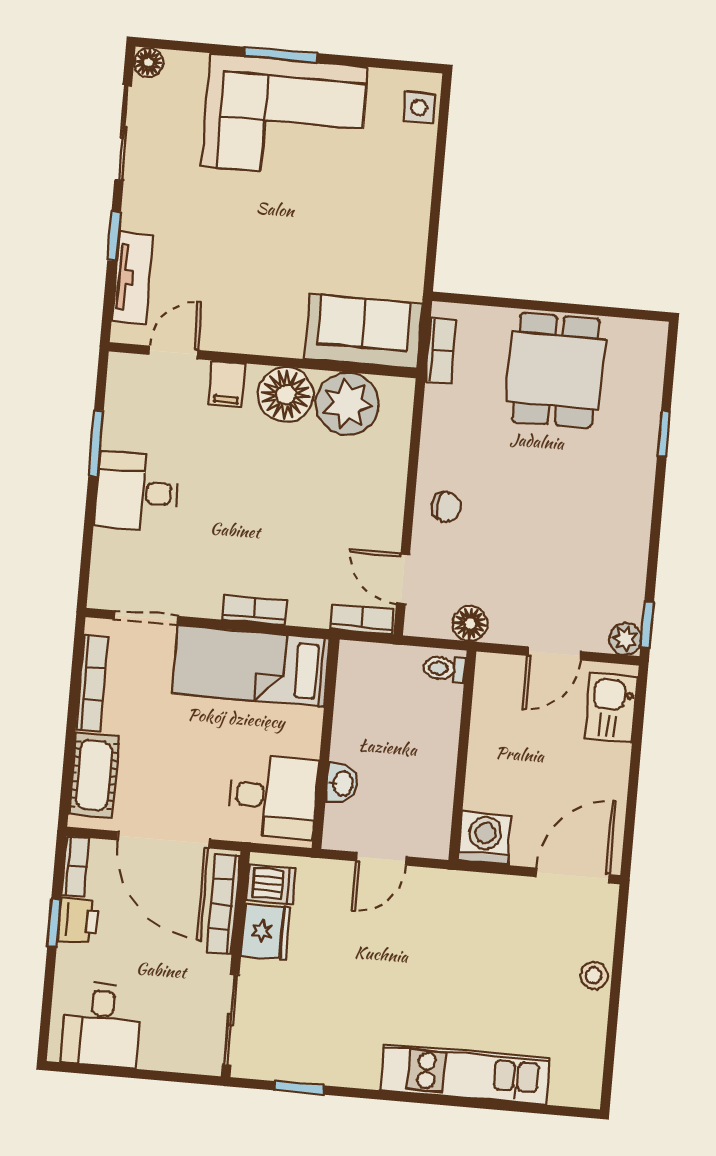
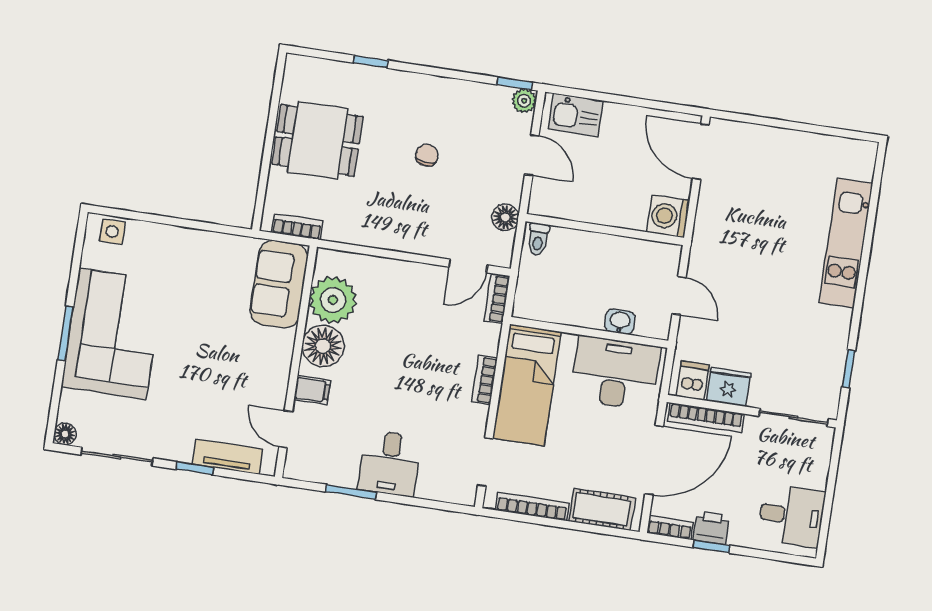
chair: (446, 507) -> (427, 155), moved
desk: (273, 796) -> (615, 373), width x1.37
stool: (594, 975) -> (777, 140), removed

